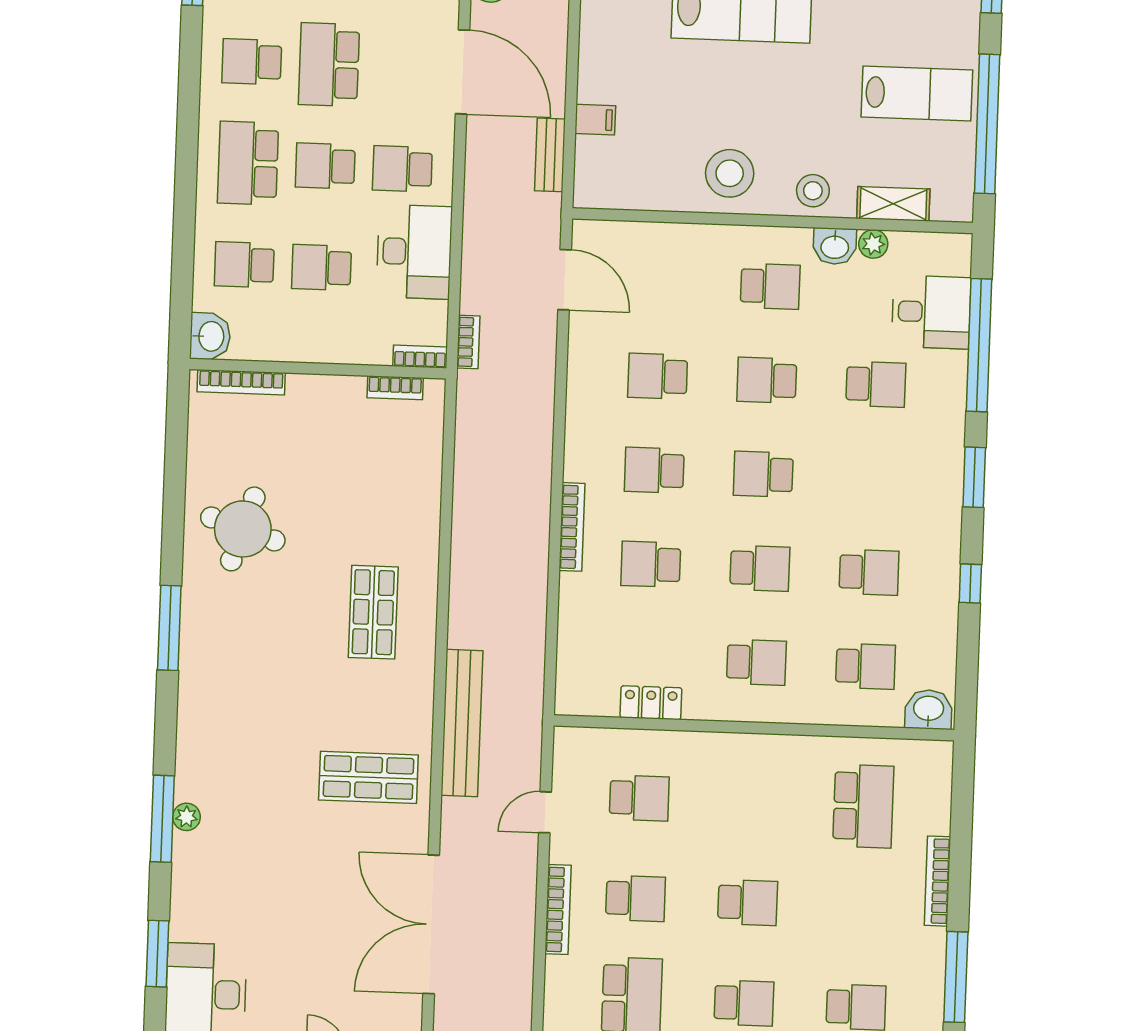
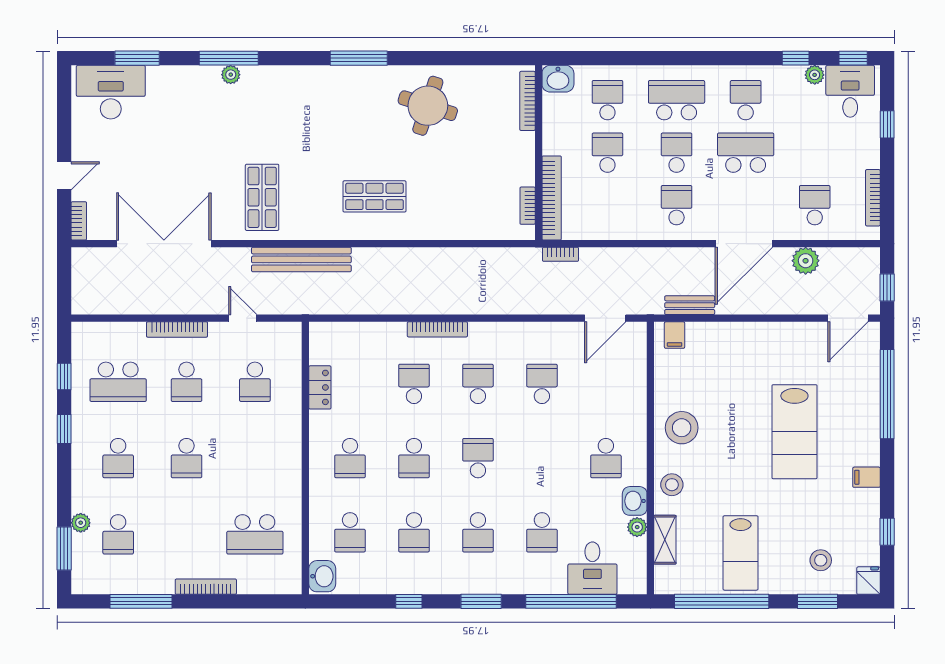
filing cabinet: (595, 120) -> (675, 335), moved
desk: (414, 252) -> (620, 215), removed
bookcase: (420, 357) -> (552, 198), width x2.31, depth x1.31
school desk: (767, 380) -> (478, 532), moved, turned 180

